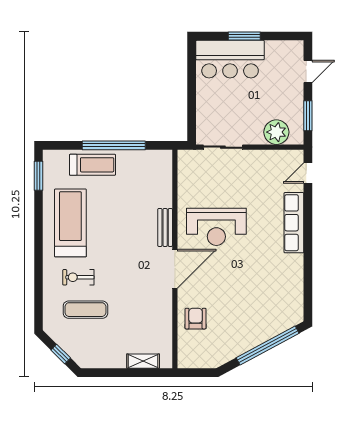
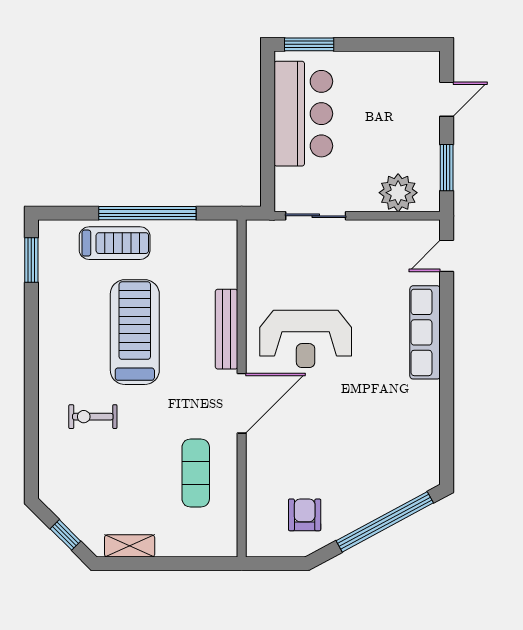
window: (244, 36) -> (309, 44), moved
bar counter: (230, 59) -> (303, 114), moved, turned -90
treadmill: (70, 223) -> (135, 332), moved
bench: (165, 227) -> (227, 329), width x1.36
exercise mat: (85, 310) -> (196, 473), moved, turned 90
armchair: (196, 319) -> (305, 515), moved
shelving: (143, 361) -> (130, 546), moved

